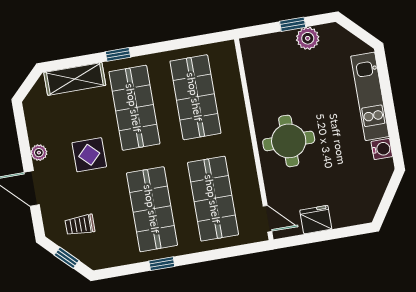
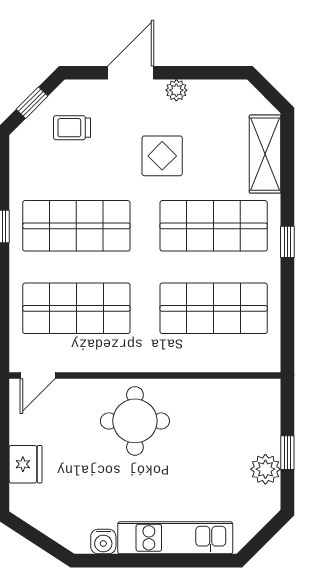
window: (118, 54) -> (287, 242), moved
fridge: (316, 220) -> (26, 464), moved
trolley: (80, 225) -> (72, 128), turned -90

